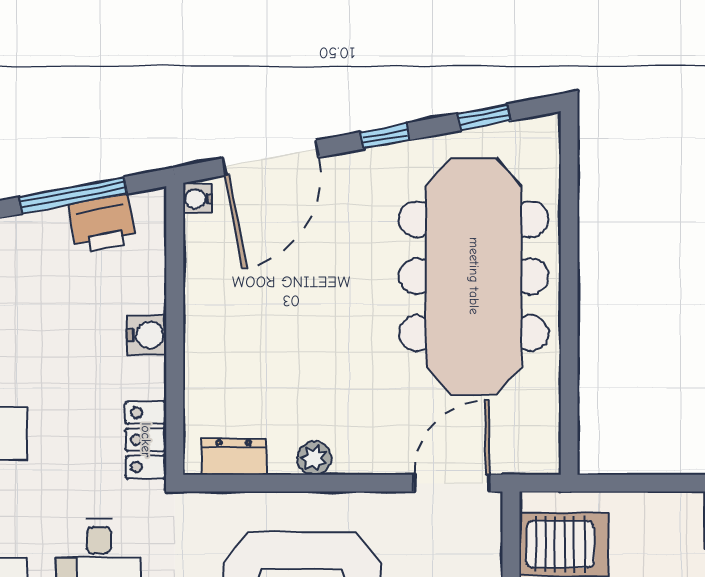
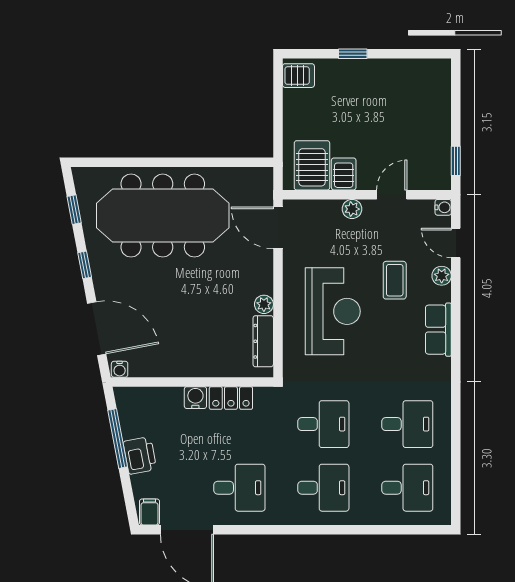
printer: (103, 224) -> (140, 455), moved
locker: (146, 440) -> (231, 398), moved
dresser: (234, 457) -> (263, 341), width x1.44

